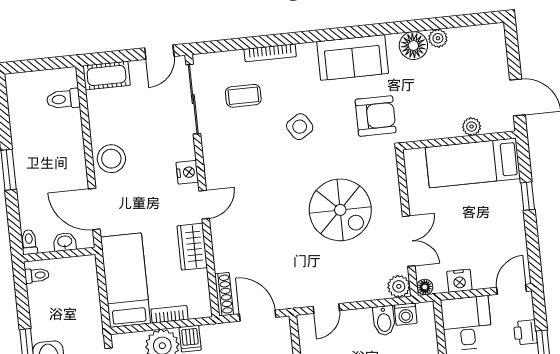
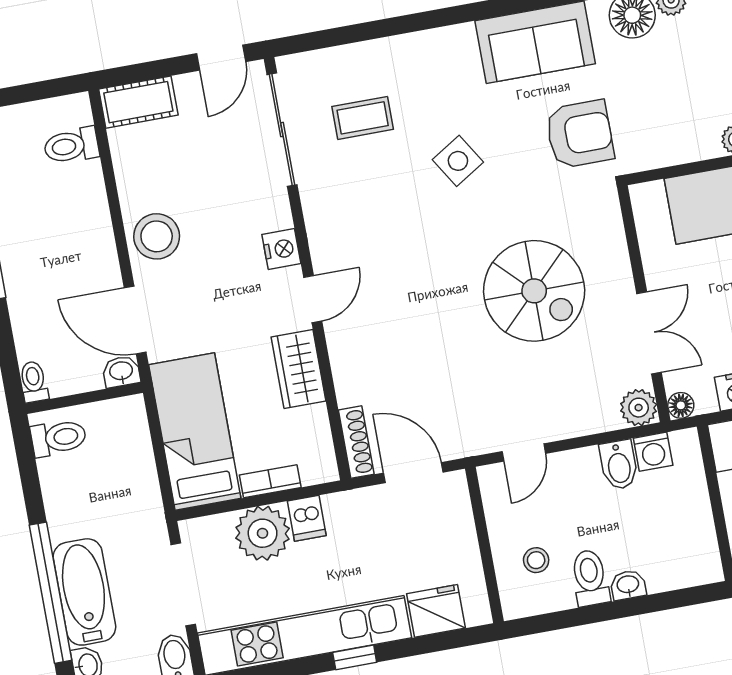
bookcase: (270, 53) -> (401, 45), removed
washbasin: (65, 242) -> (121, 372), moved
toilet: (37, 275) -> (59, 438), width x1.37, depth x1.39

